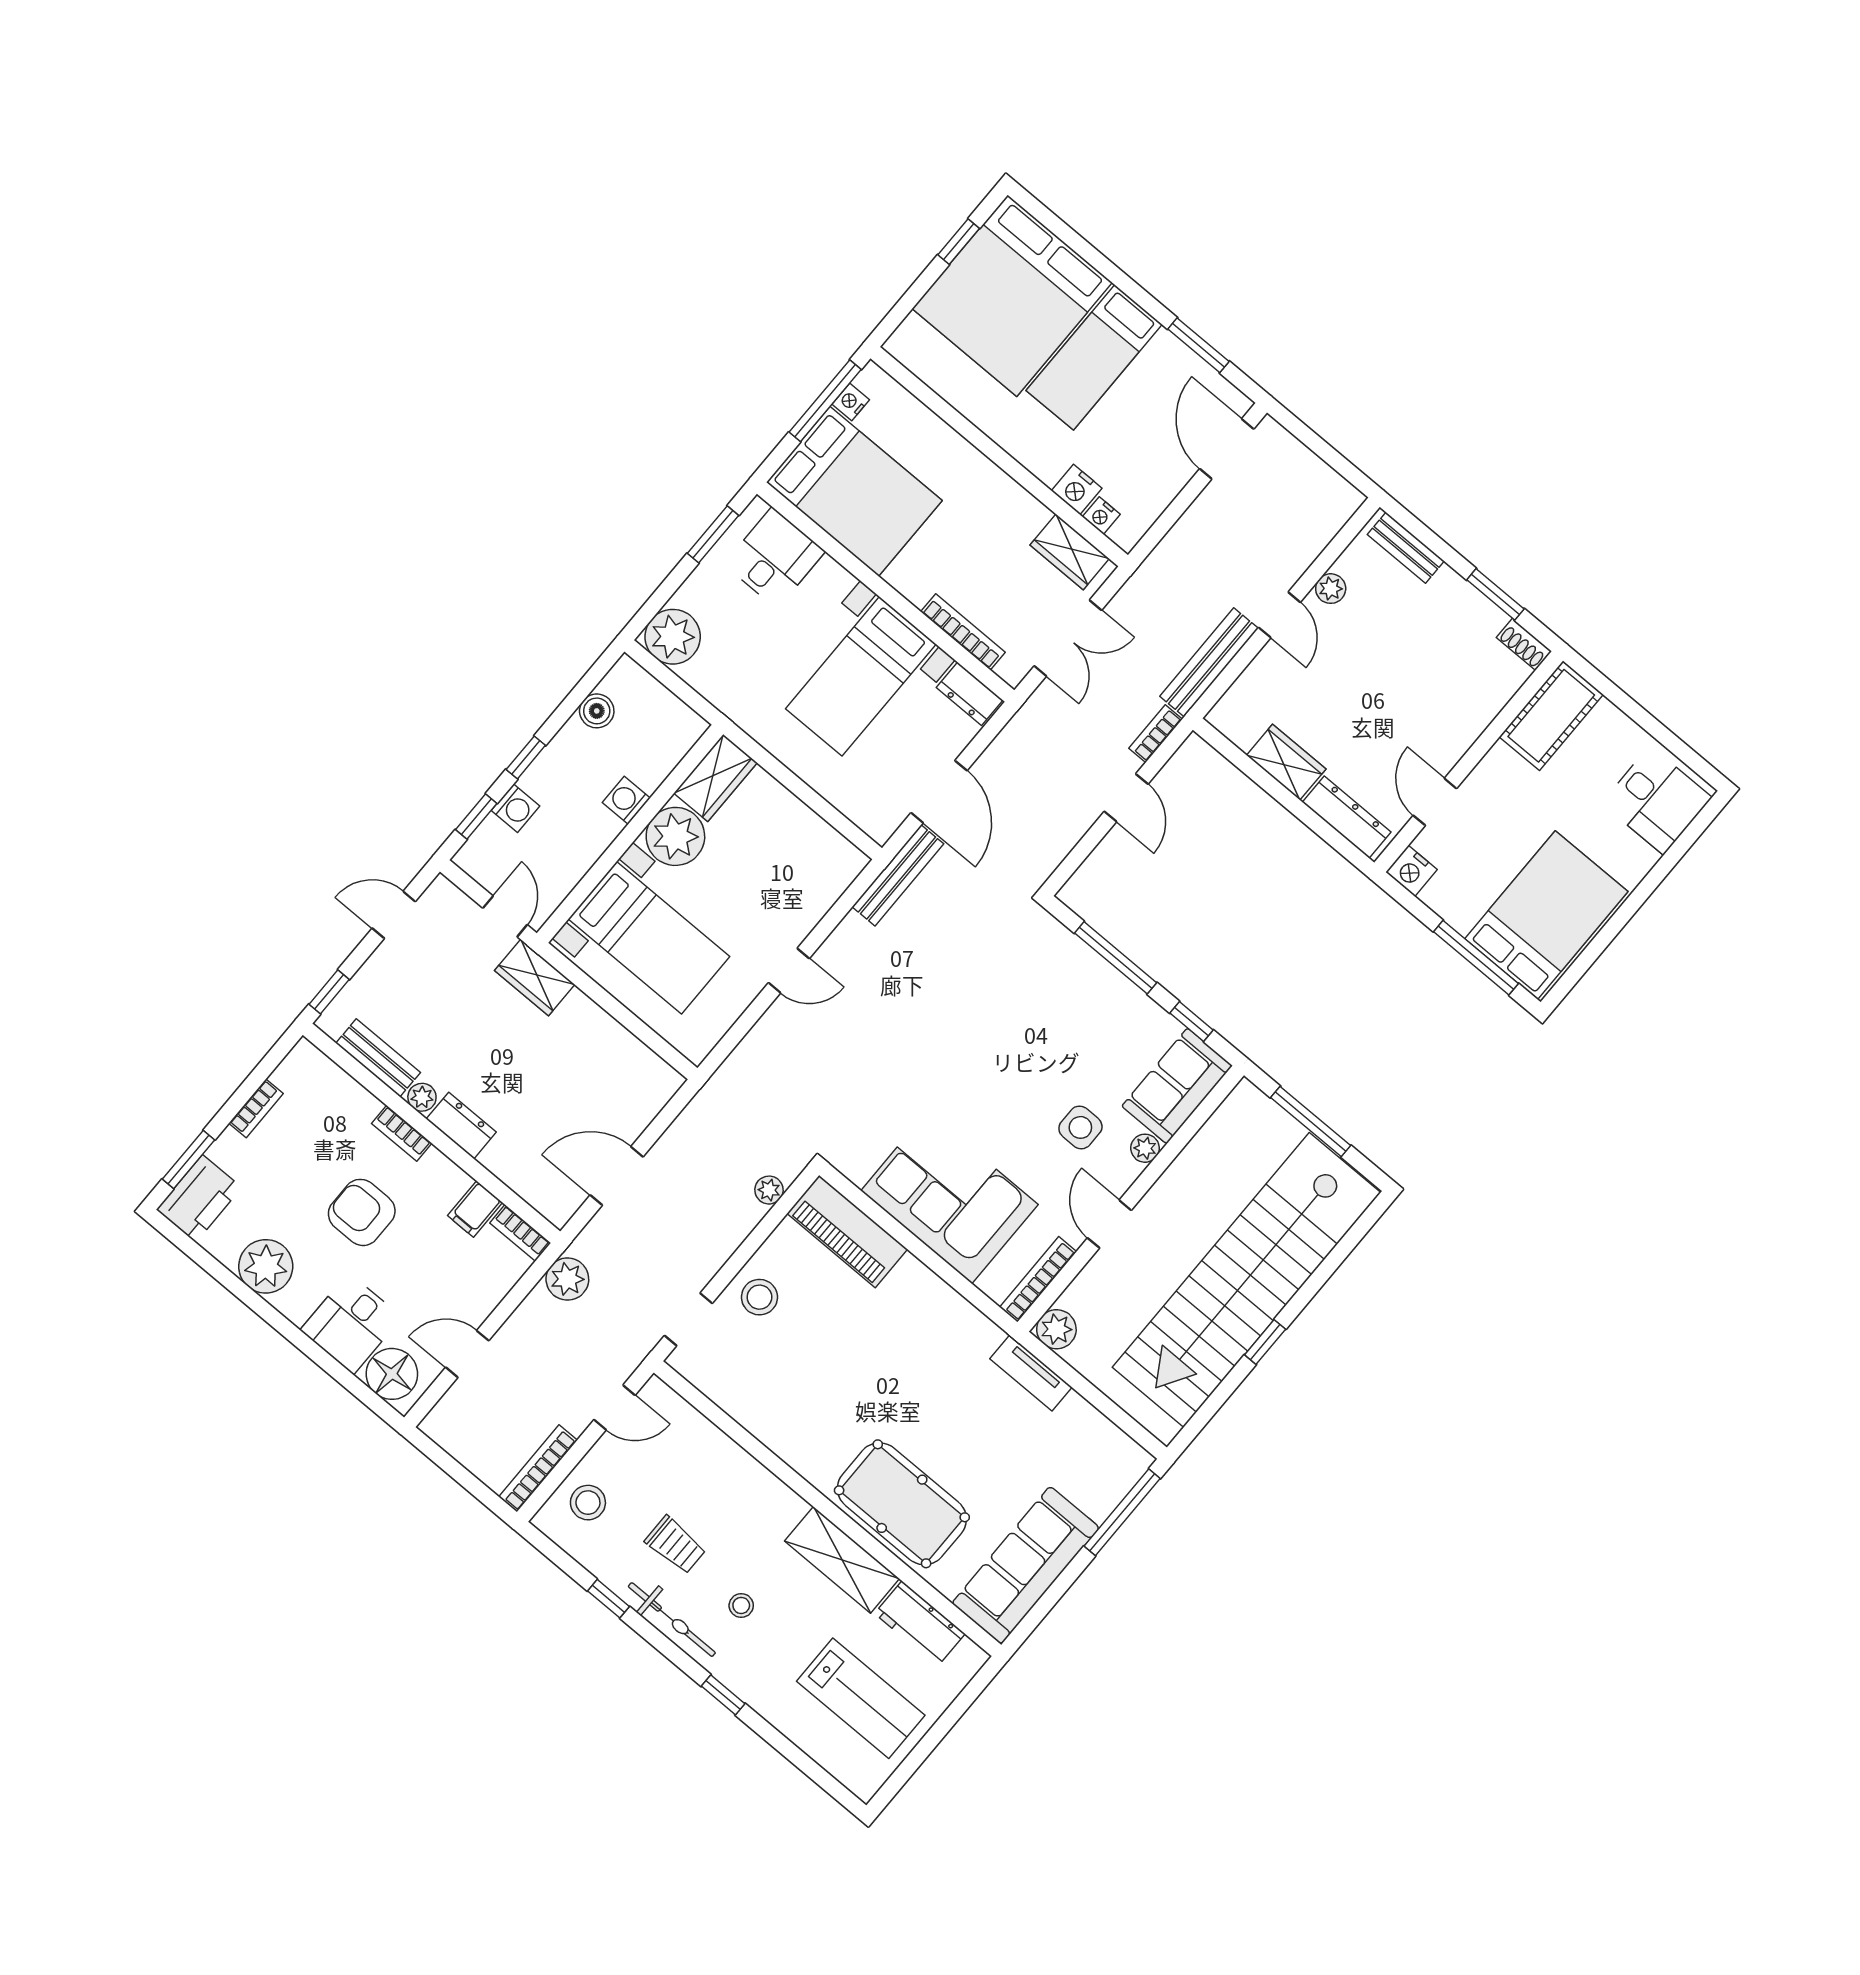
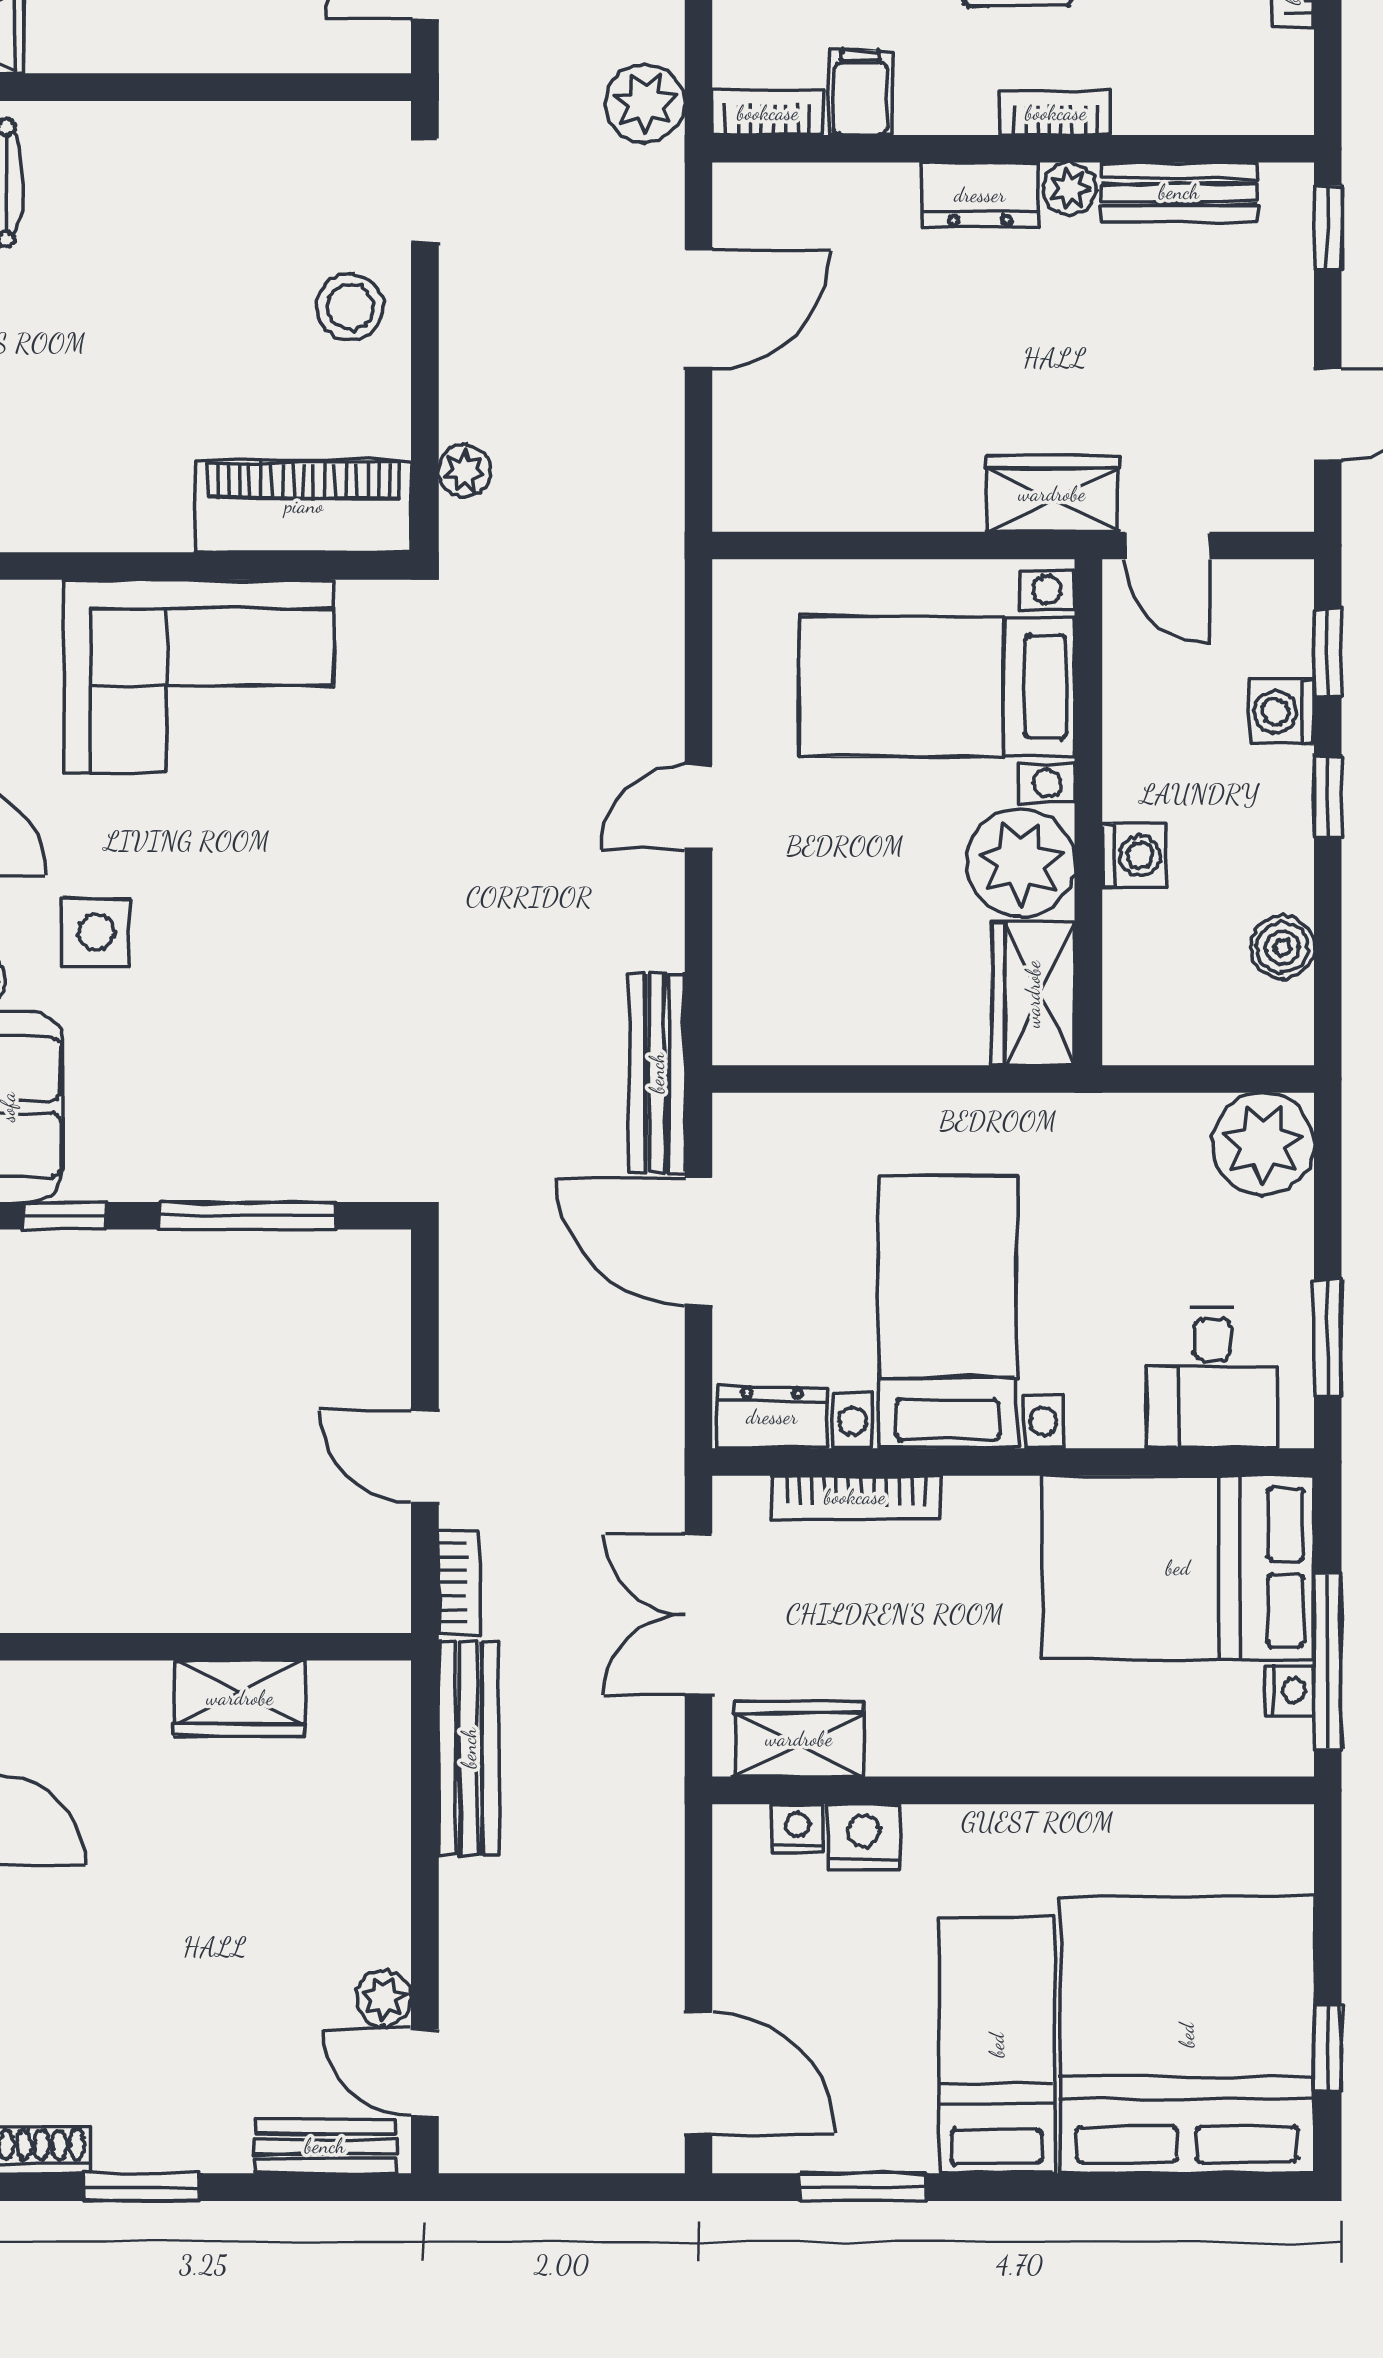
door: (1279, 615) -> (425, 2073), moved
dresser: (1347, 817) -> (88, 1692), removed

